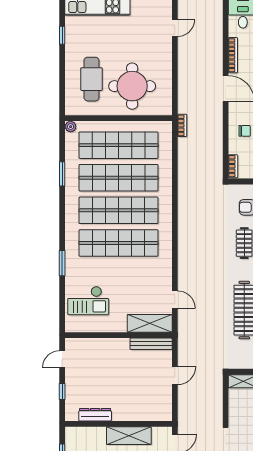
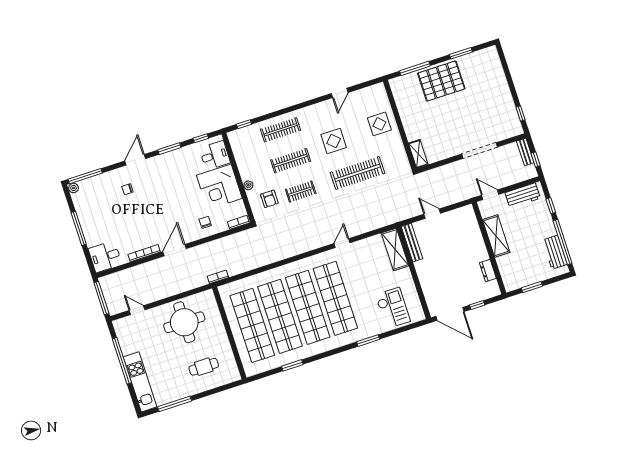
window: (62, 35) -> (175, 404), width x2.17
cafe table: (91, 79) -> (204, 367), width x0.73, depth x0.74
round table: (132, 86) -> (184, 322), moved
plant: (71, 127) -> (250, 371), removed
door: (175, 300) -> (342, 243), moved
door: (62, 359) -> (450, 314), width x1.87
dresser: (95, 415) -> (488, 271), width x0.70

